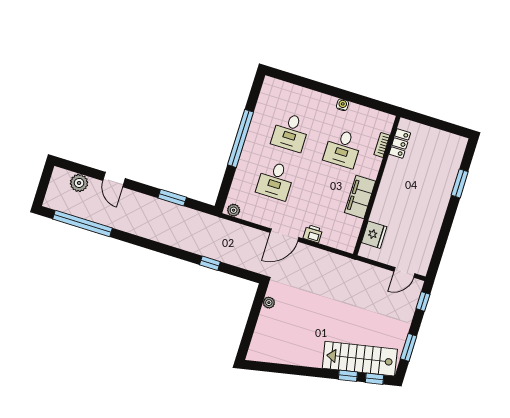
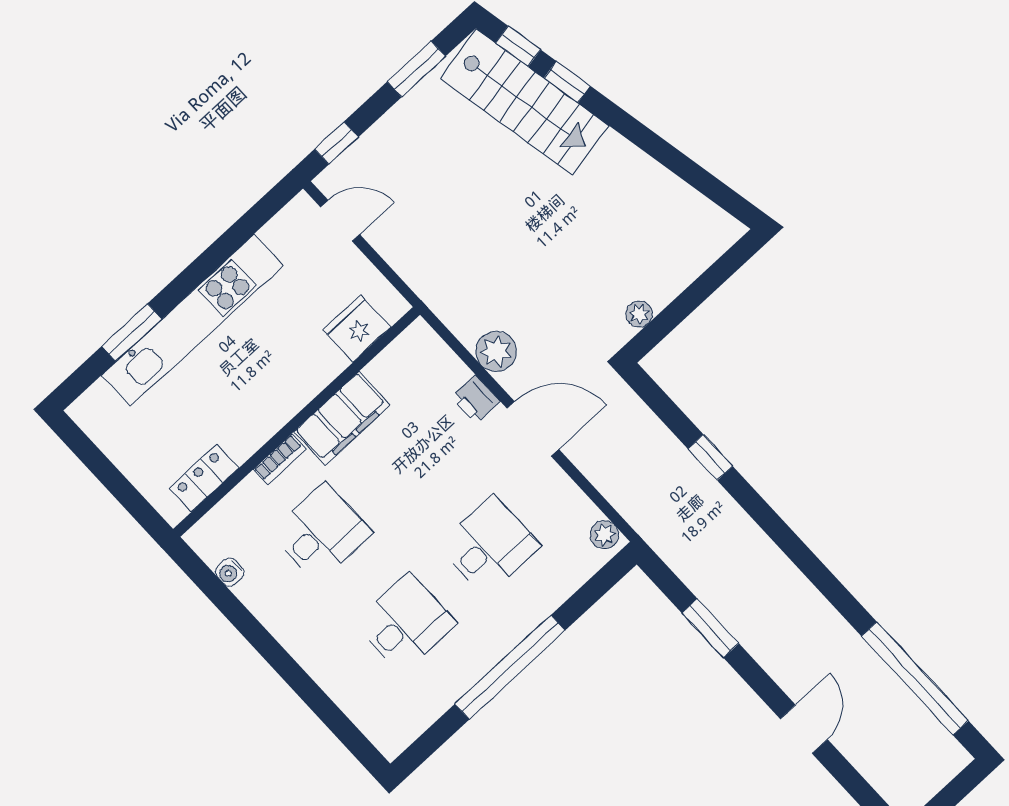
water cooler: (342, 105) -> (230, 572), moved
bookcase: (382, 145) -> (279, 459), moved
plant: (79, 183) -> (496, 351), moved
kitchen unit: (439, 202) -> (192, 320), added

